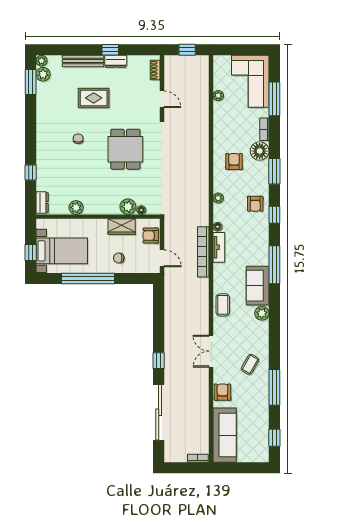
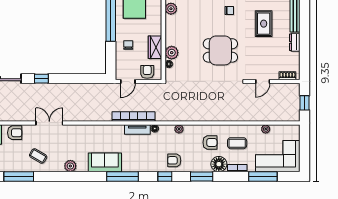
window: (110, 50) -> (304, 38), removed
coffee table: (223, 305) -> (237, 143), moved
plant: (262, 313) -> (70, 166), moved

